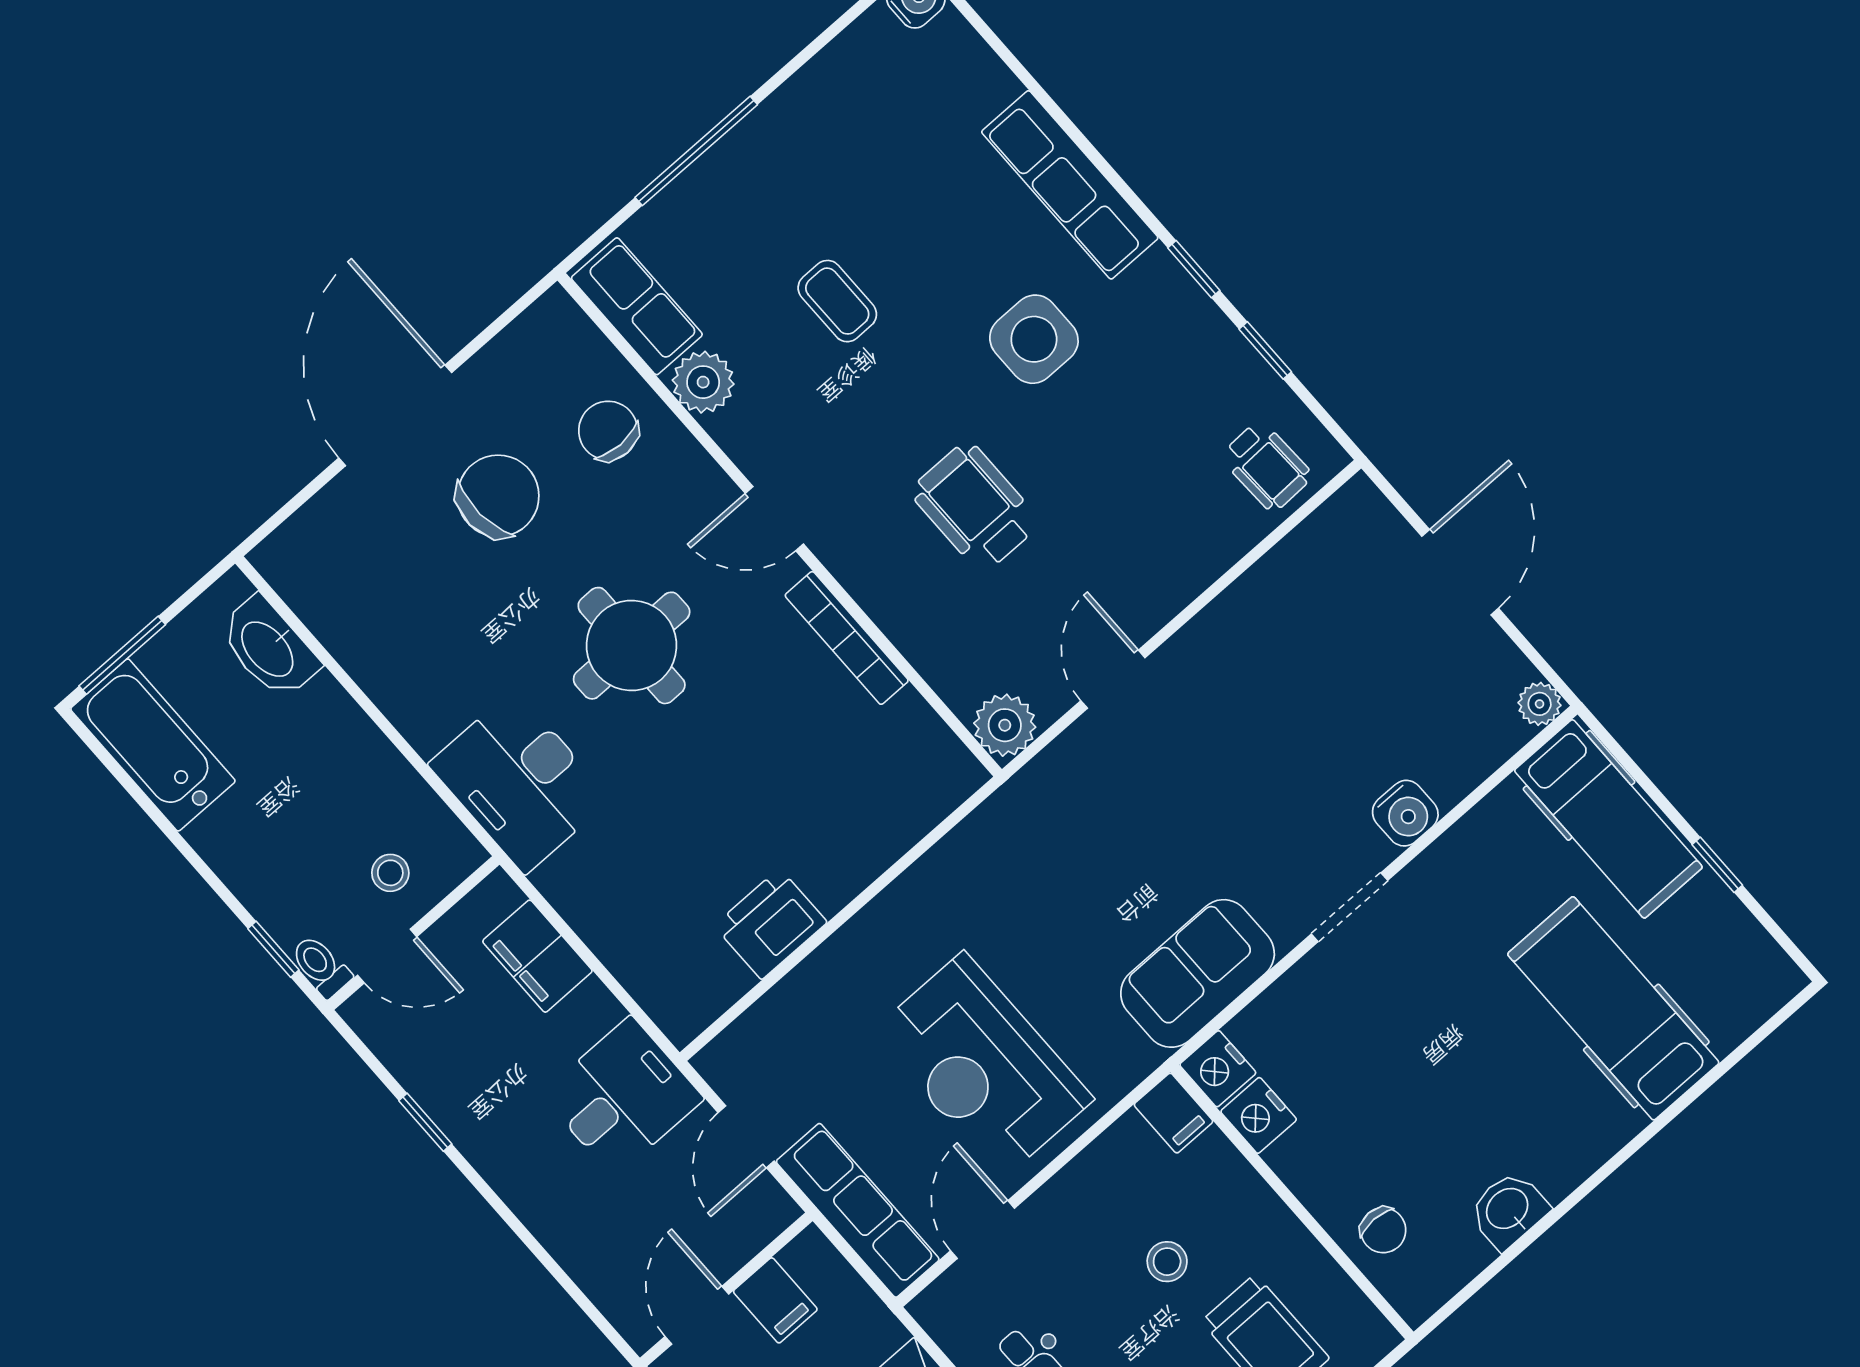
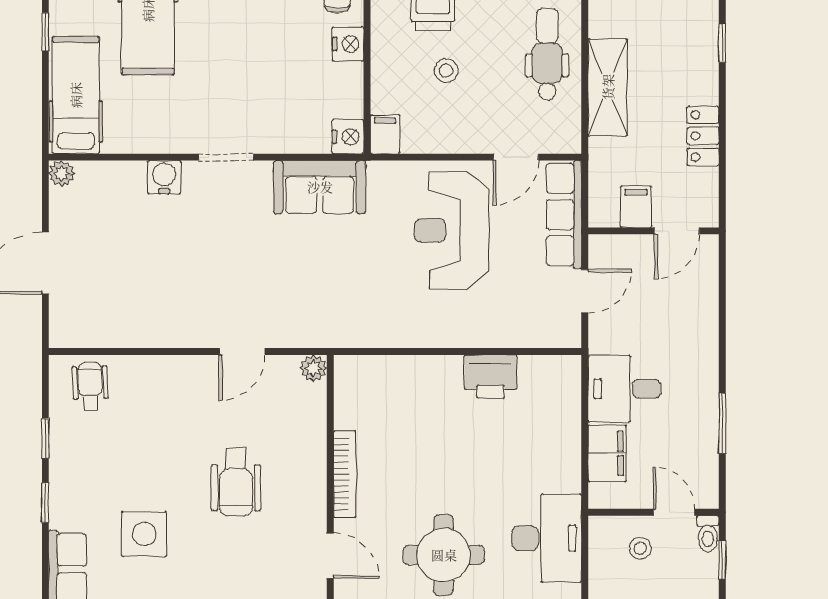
plant: (1005, 725) -> (313, 368), width x0.73, depth x0.73
reception desk: (982, 1066) -> (452, 230), turned 180
desk: (622, 1097) -> (624, 389), moved
nightstand: (1259, 1115) -> (348, 44), moved
window: (425, 1122) -> (722, 423), width x1.50

